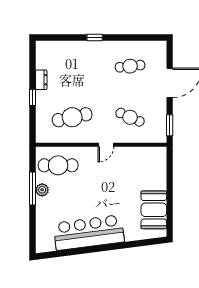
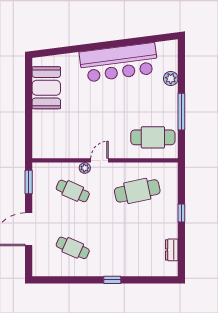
cafe table: (130, 66) -> (73, 248), turned 30
dresser: (41, 80) -> (172, 250), moved
plant: (119, 138) -> (85, 168), added
plant: (42, 190) -> (171, 79), moved

